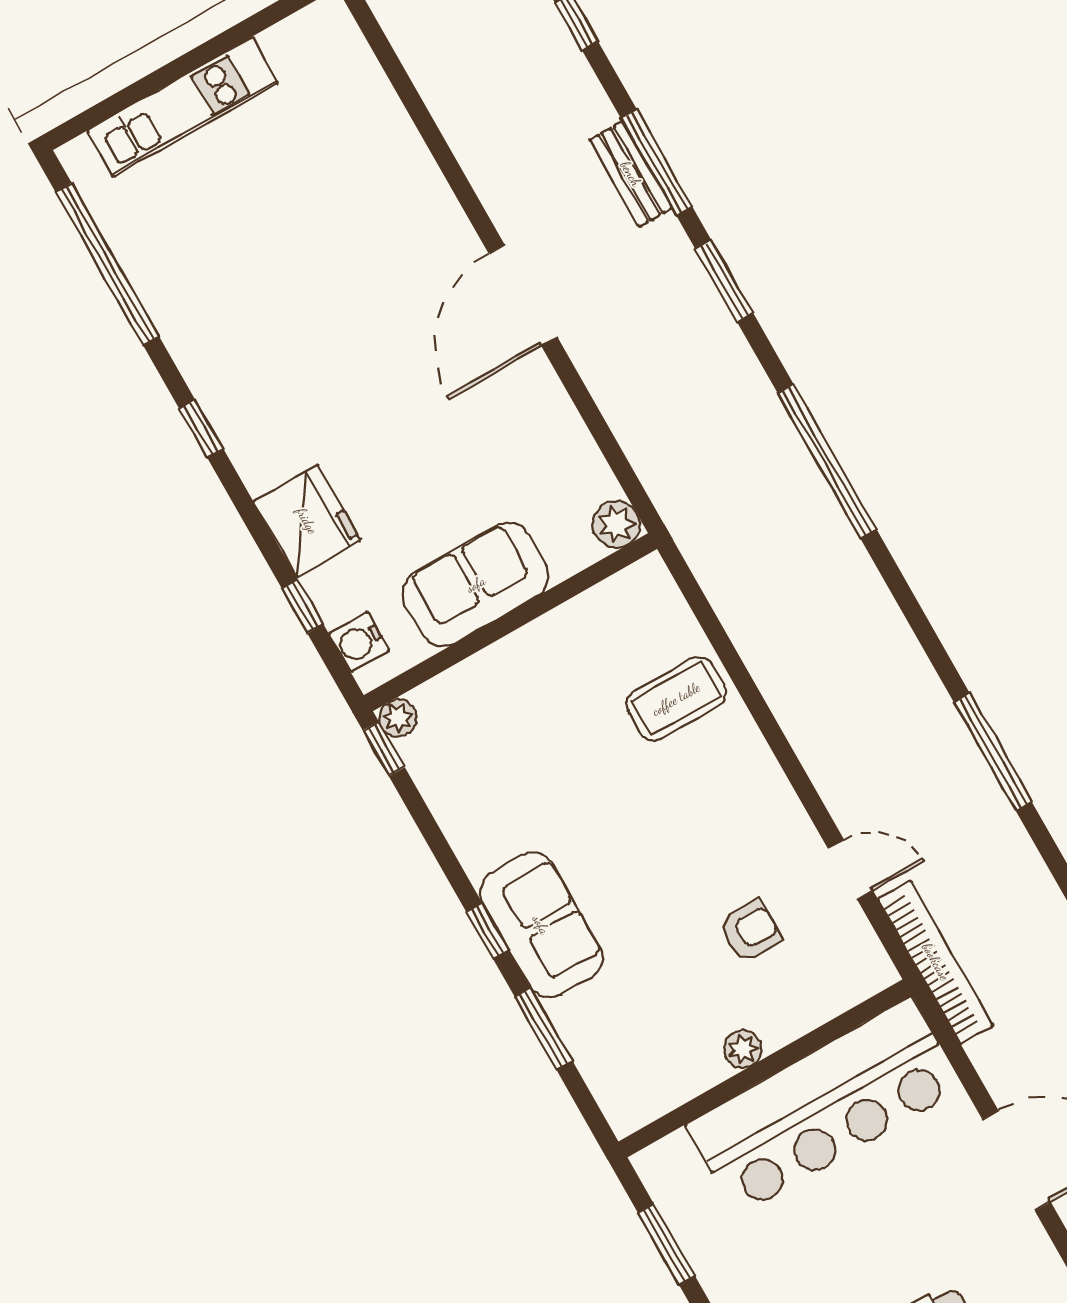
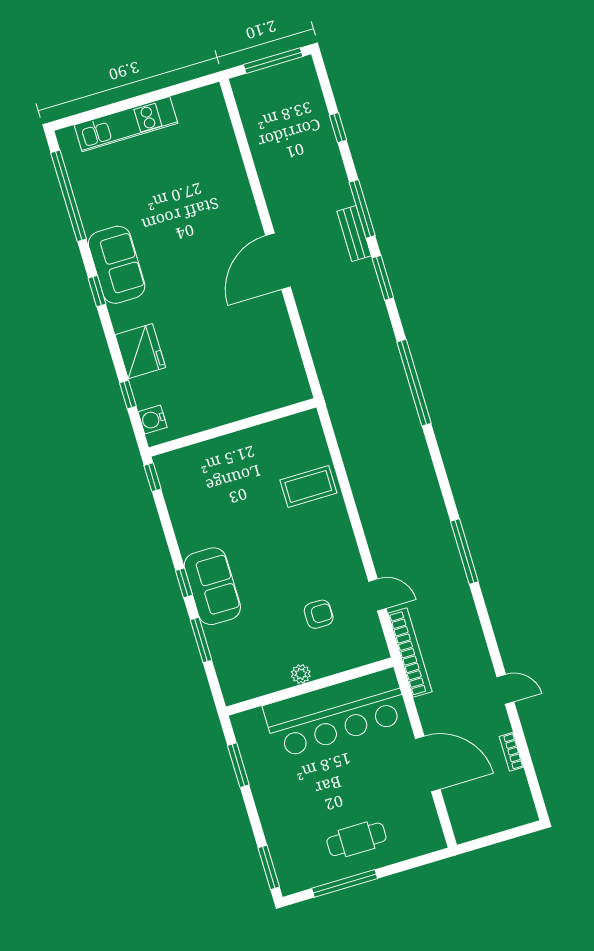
bench: (631, 174) -> (354, 233), moved
plant: (616, 524) -> (298, 390), removed
sofa: (476, 584) -> (117, 265), moved, turned 90
plant: (398, 718) -> (163, 463), removed

